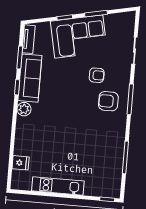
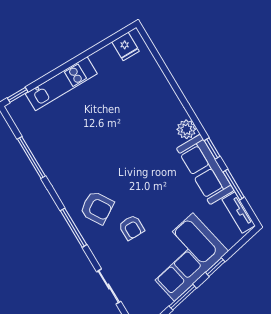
armchair: (97, 75) -> (131, 227), turned -90
armchair: (108, 101) -> (97, 208), turned 58
fridge: (21, 163) -> (126, 46), moved, turned -90
kitchen unit: (58, 186) -> (61, 84), moved

